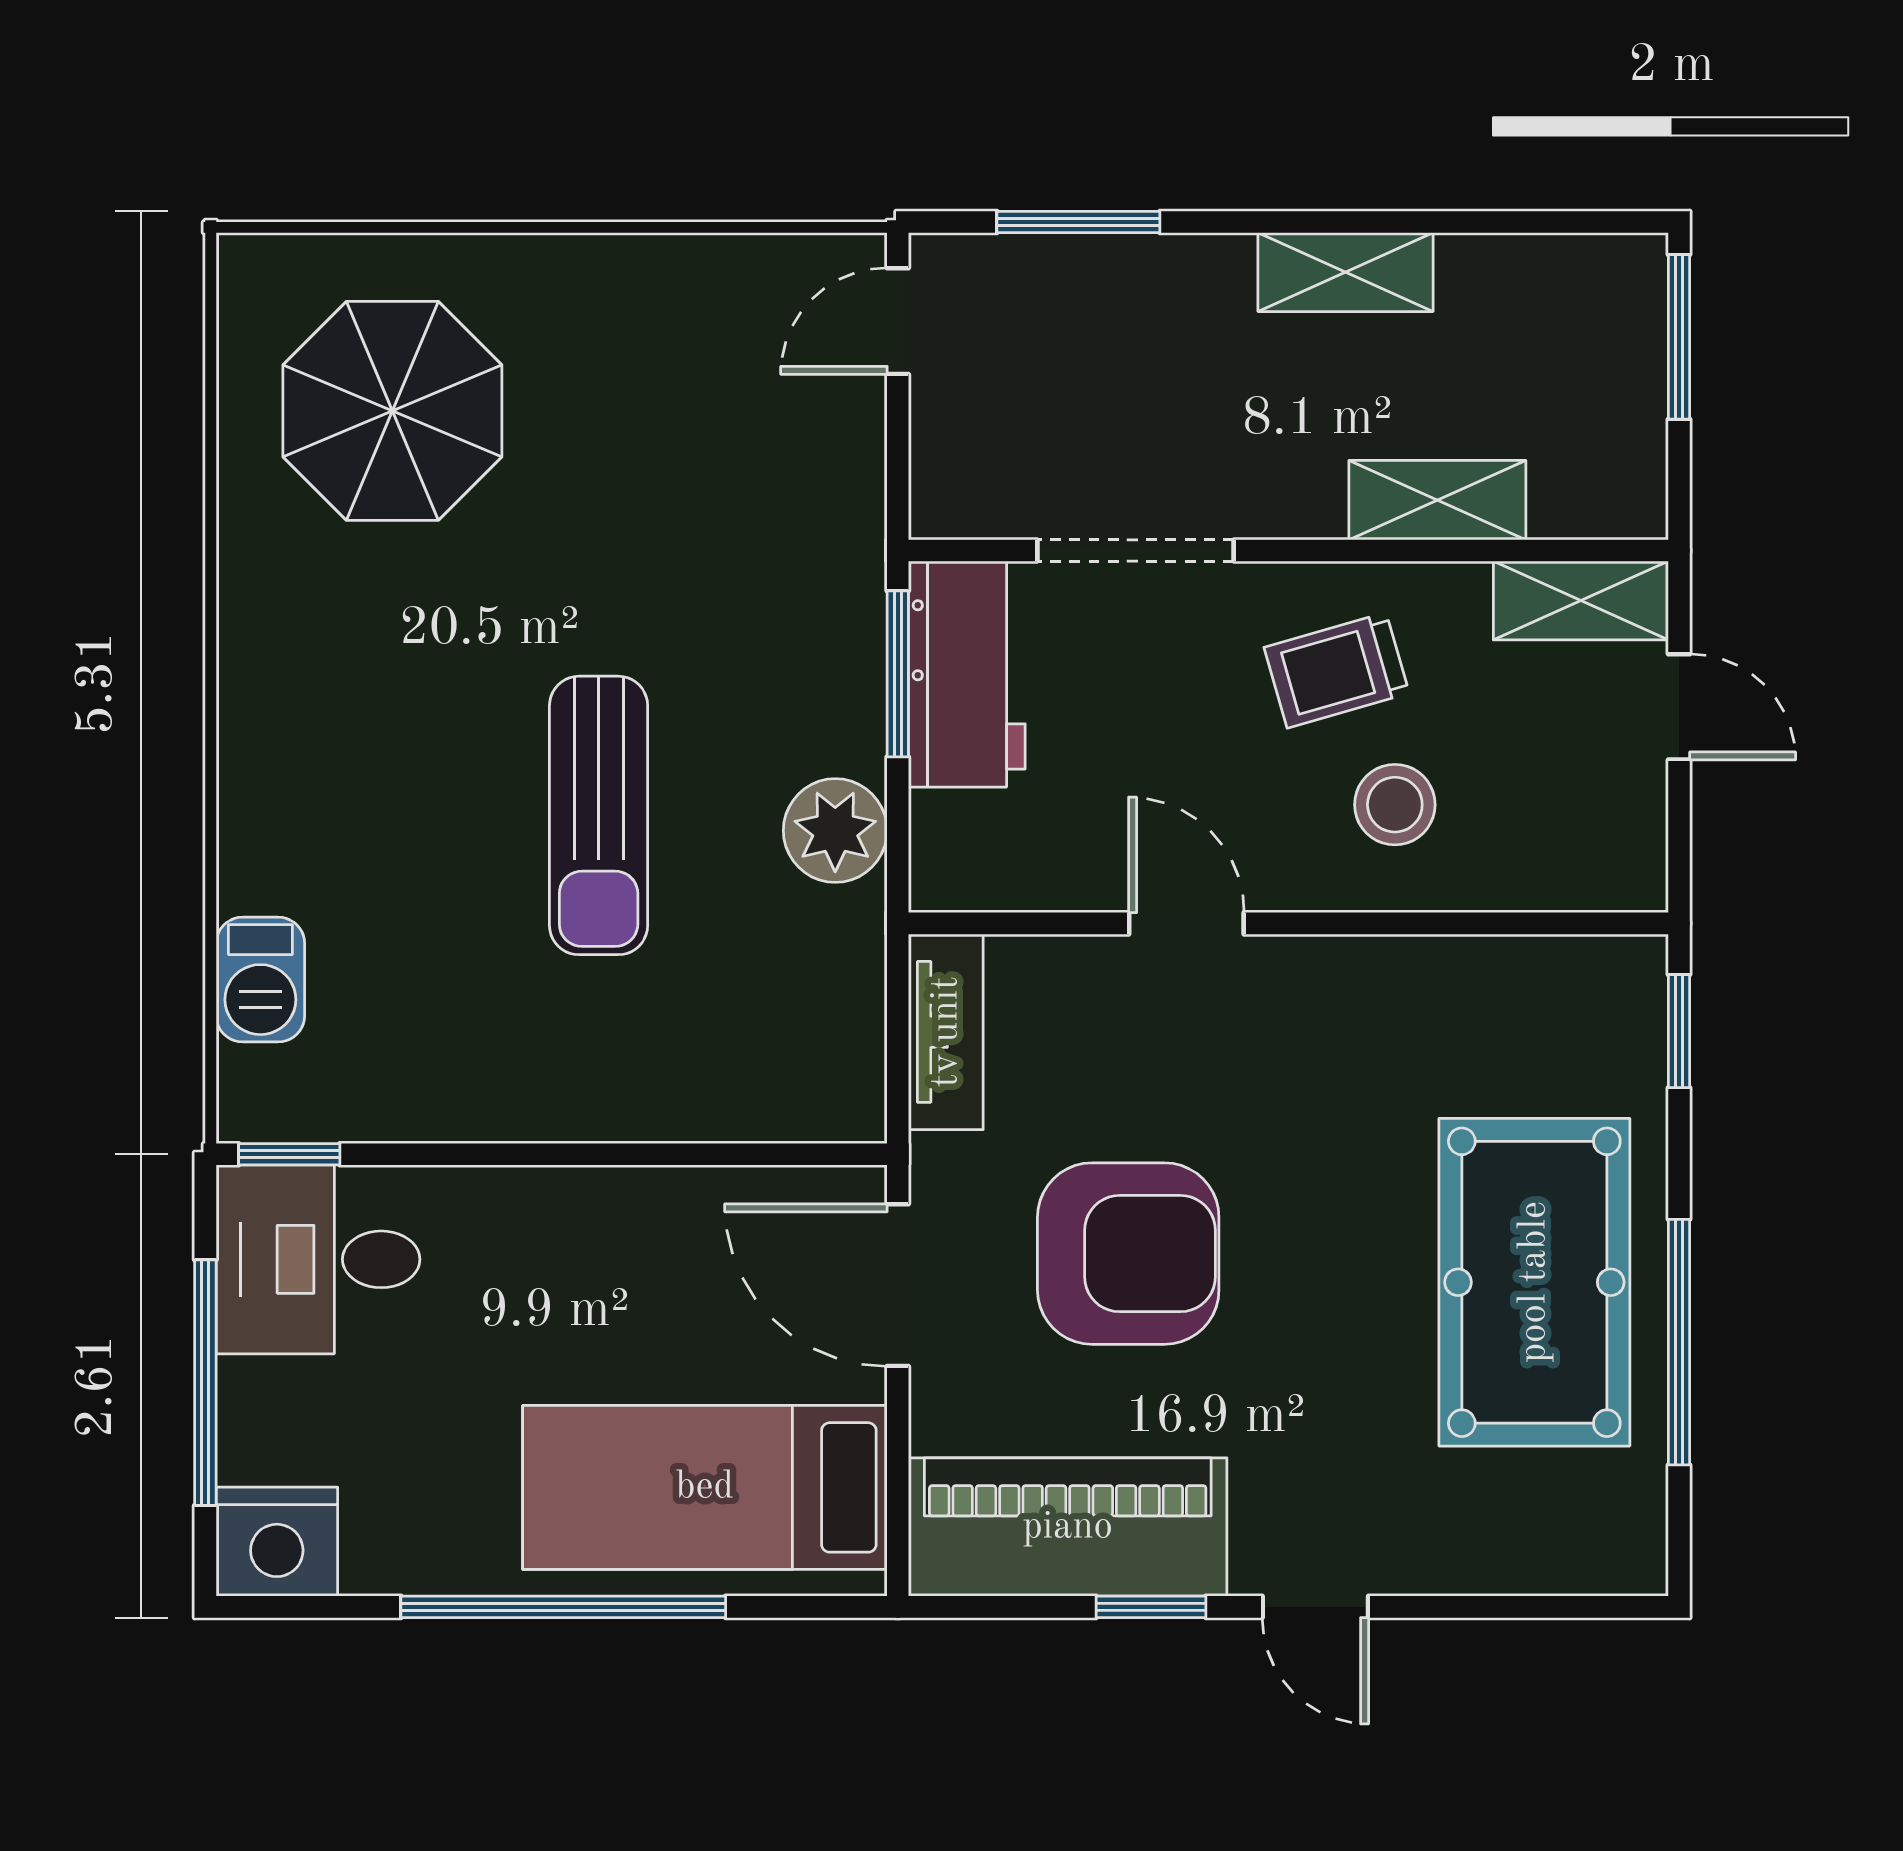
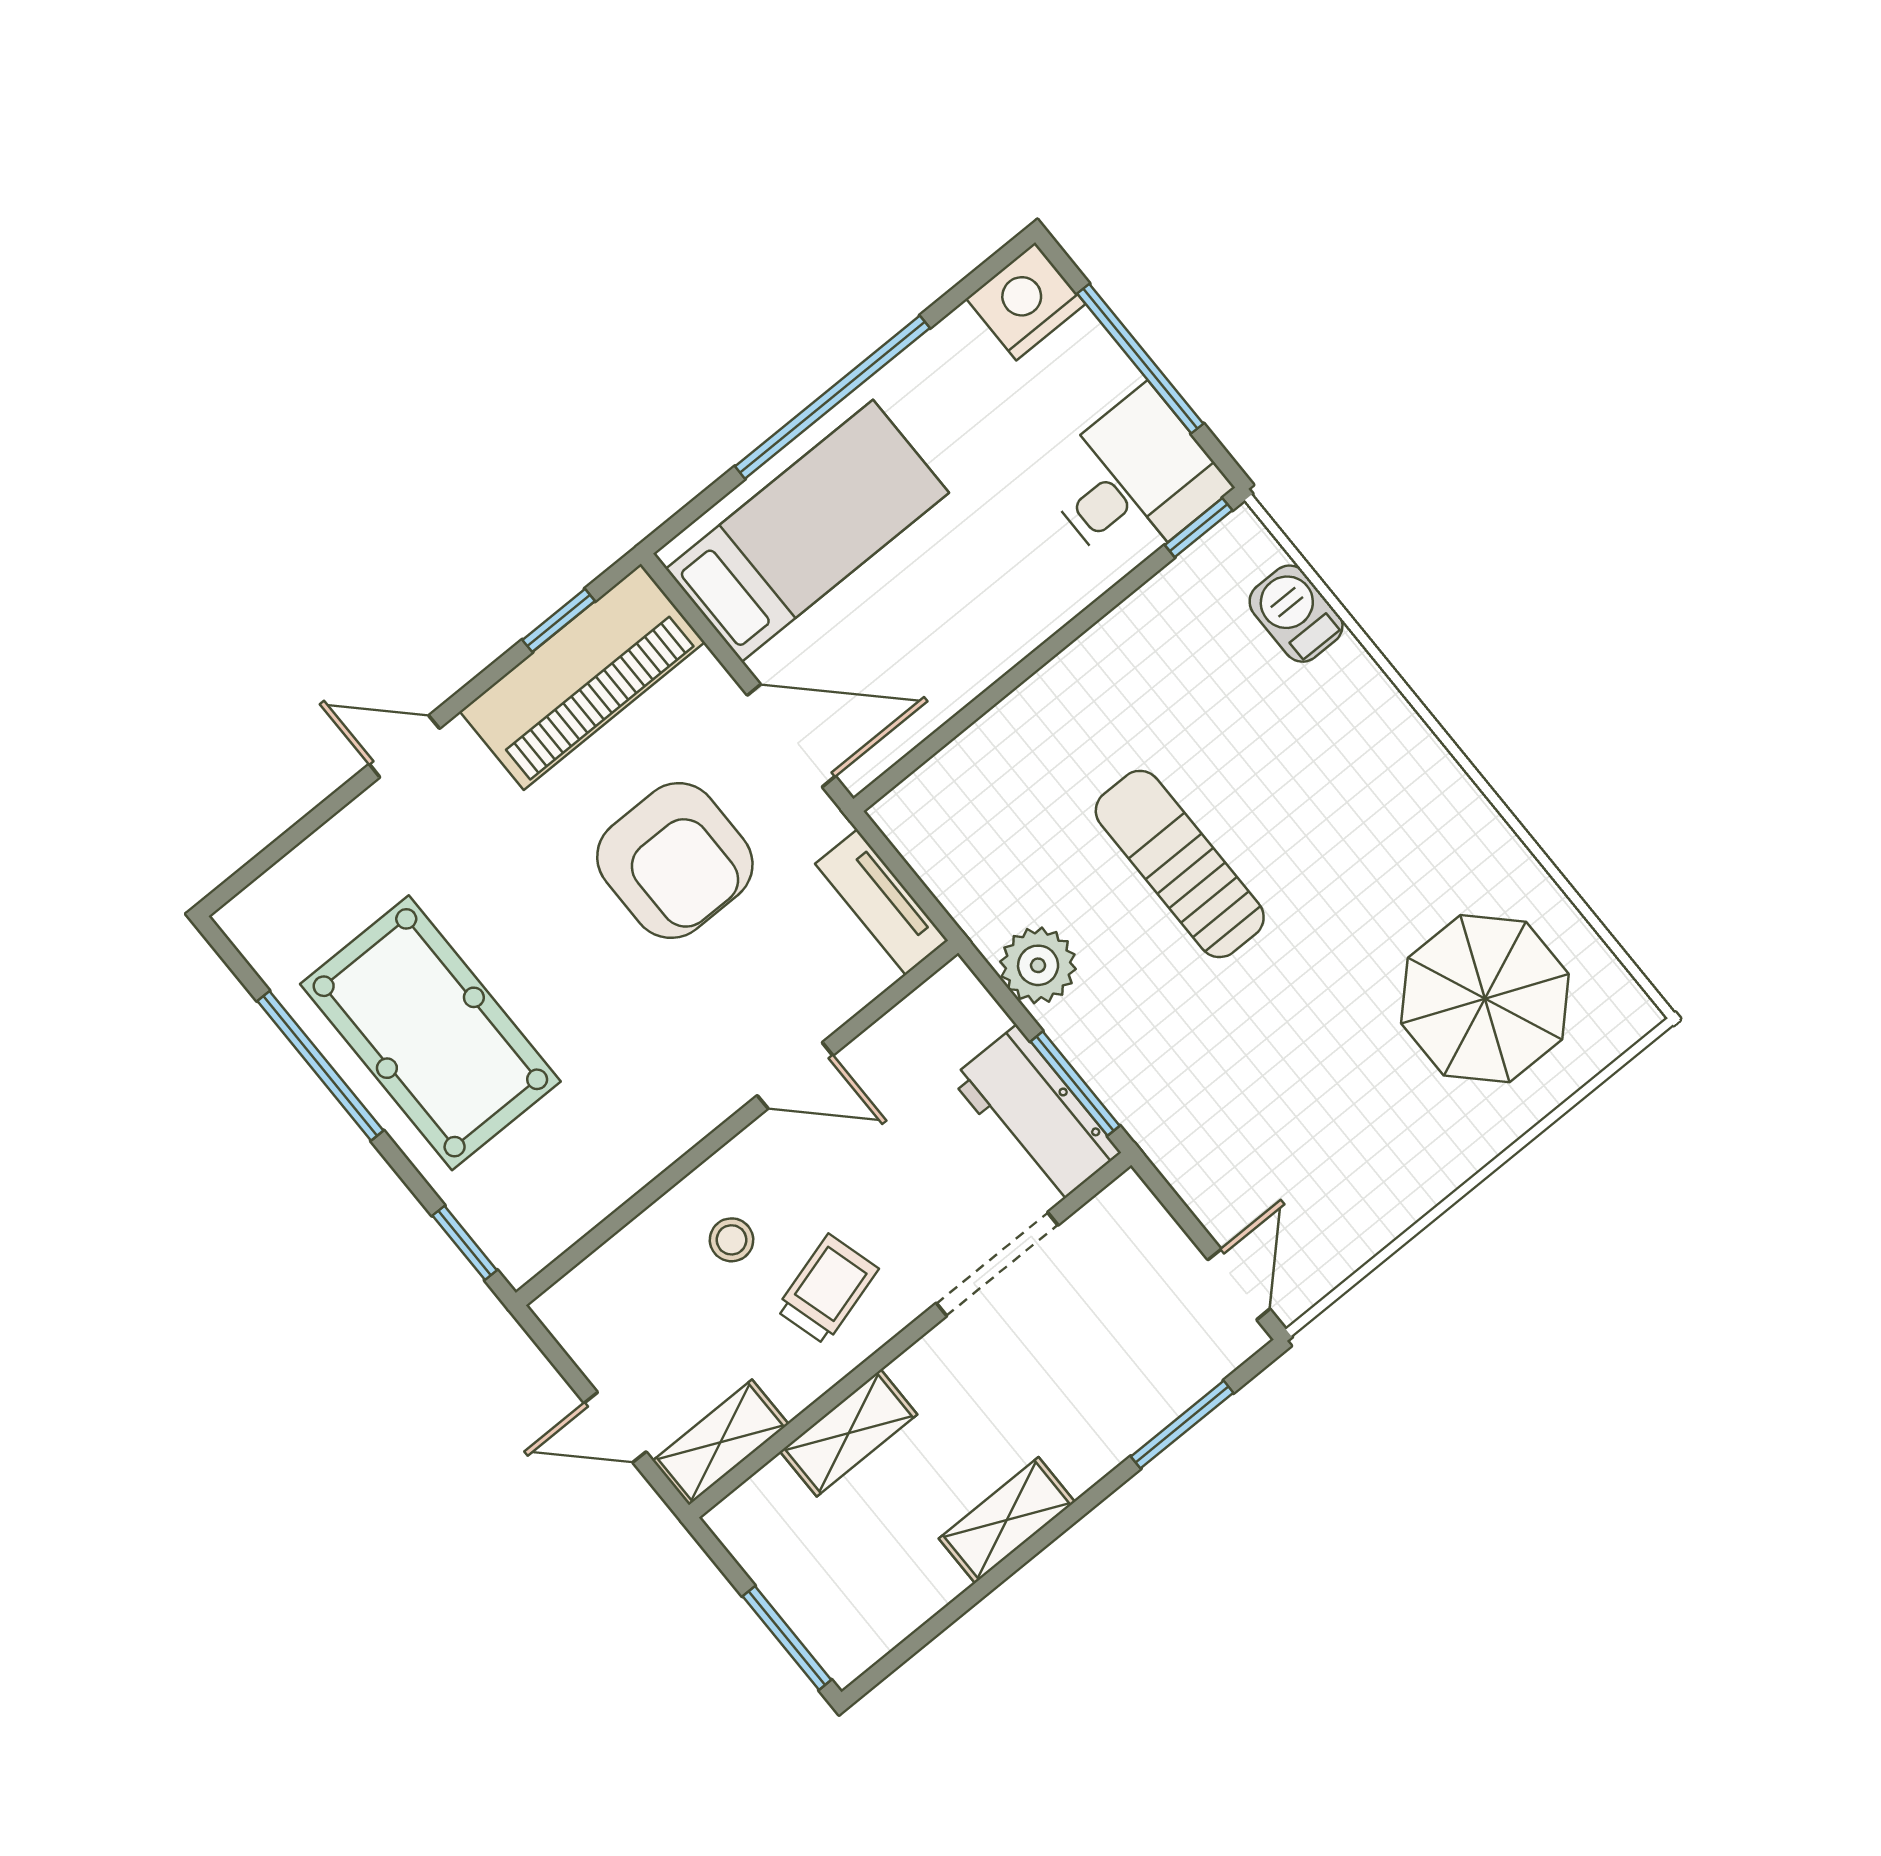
stool: (1395, 805) -> (732, 1240), width x0.73, depth x0.73
armchair: (1128, 1254) -> (675, 861), turned -90
window: (1151, 1607) -> (559, 620), moved

